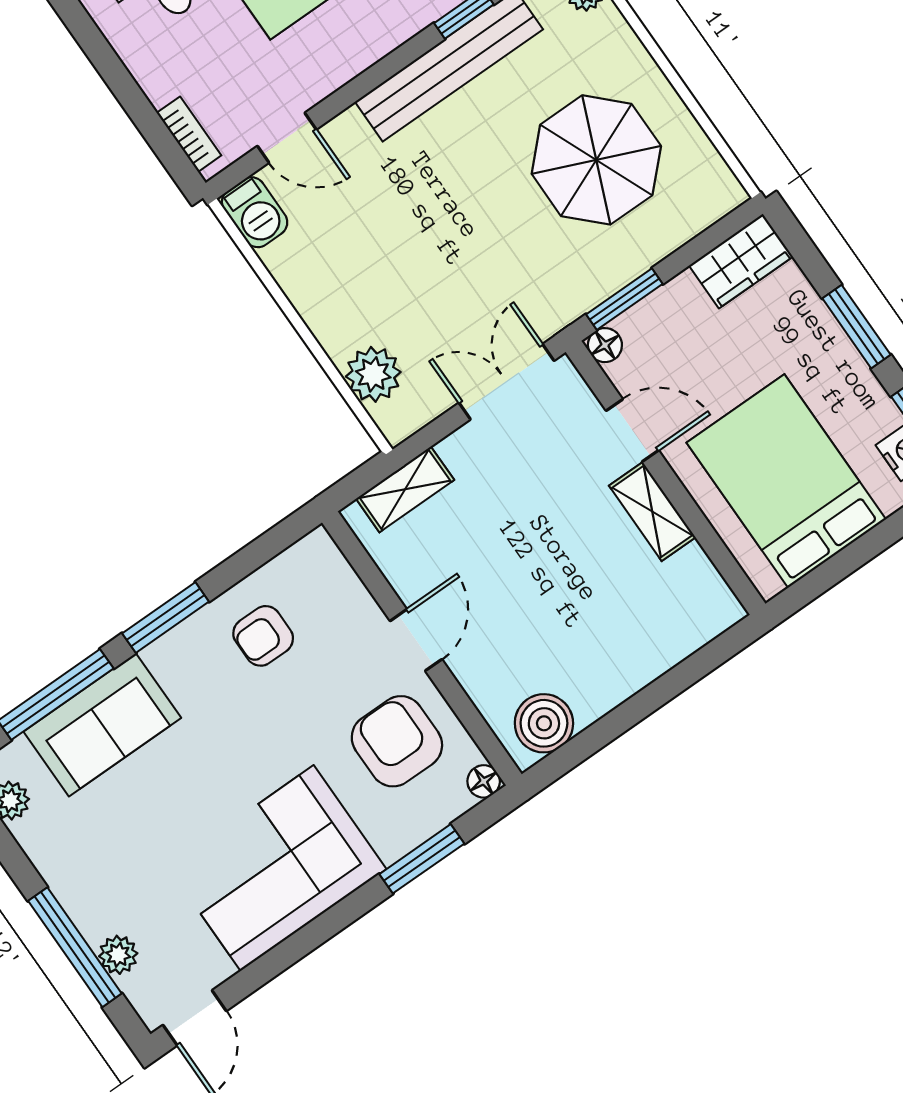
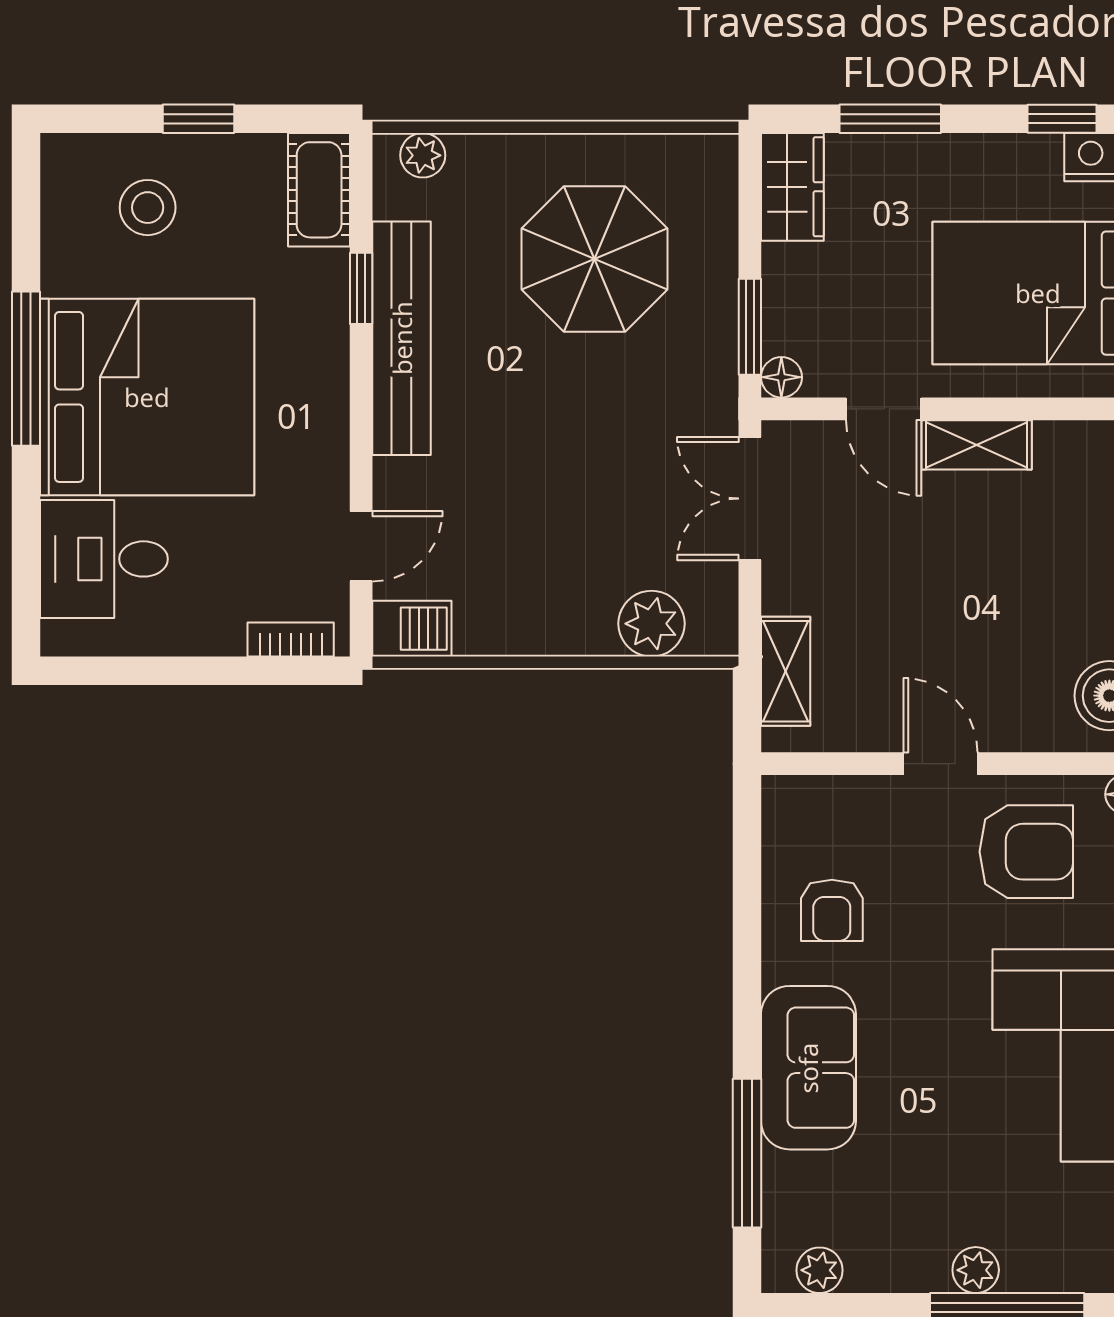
window: (856, 327) -> (890, 119), moved
door: (632, 430) -> (884, 409), swing flipped
window: (166, 618) -> (747, 993), removed
sofa: (102, 725) -> (808, 1068), moved
armchair: (397, 741) -> (1026, 852), turned 180
plant: (118, 955) -> (976, 1270), moved

